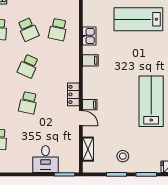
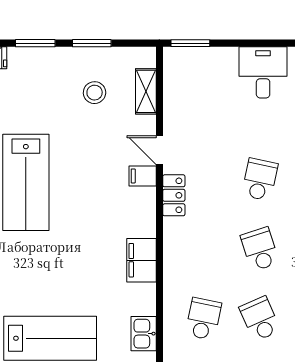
kitchen sink: (89, 36) -> (144, 334), moved
filing cabinet: (90, 60) -> (141, 260), width x2.00
school desk: (28, 66) -> (260, 249), turned -42
stool: (123, 156) -> (95, 93), moved
desk: (46, 159) -> (263, 72), moved

